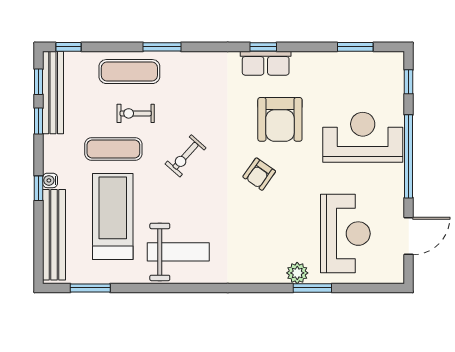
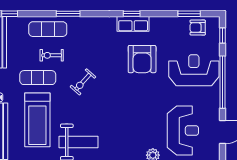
armchair: (259, 174) -> (198, 28), moved, turned 55
treadmill: (113, 216) -> (37, 120), turned 180

